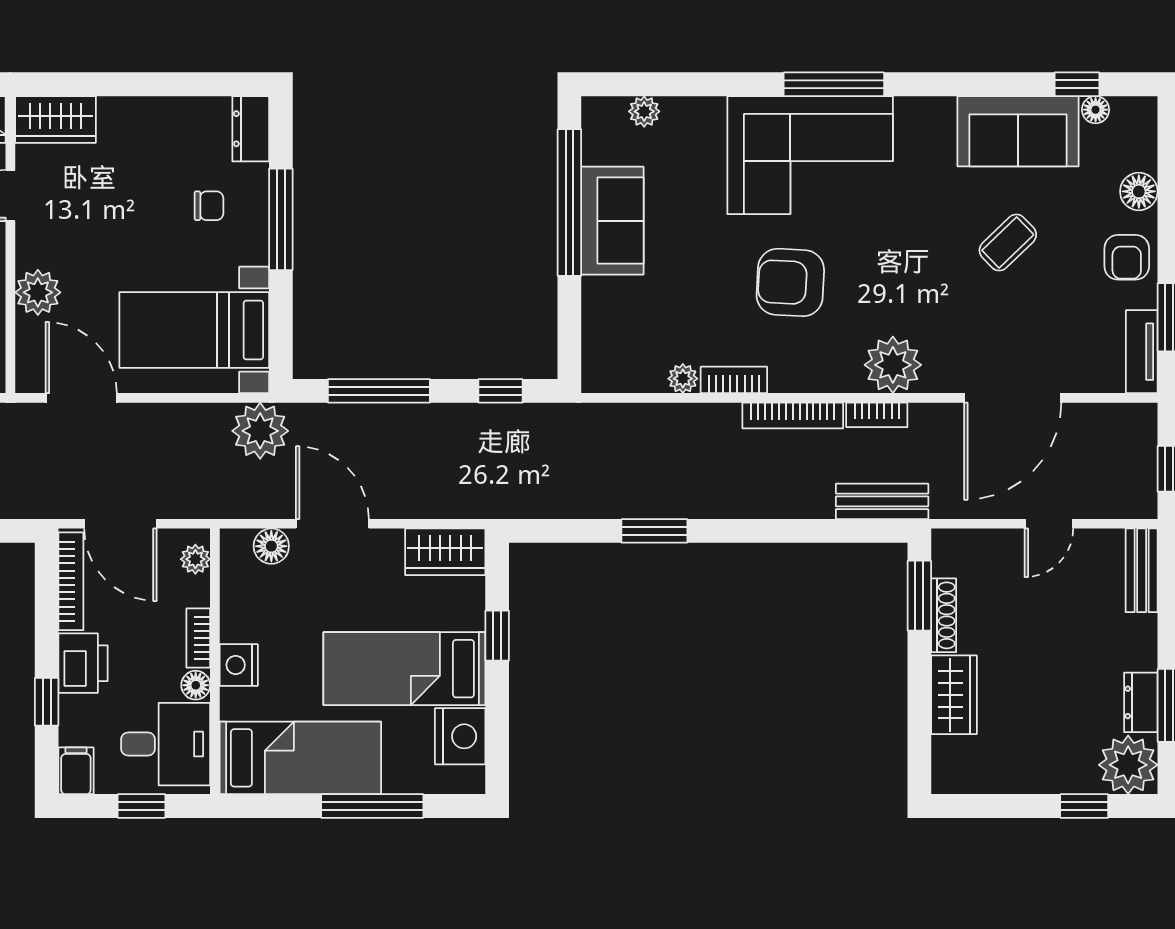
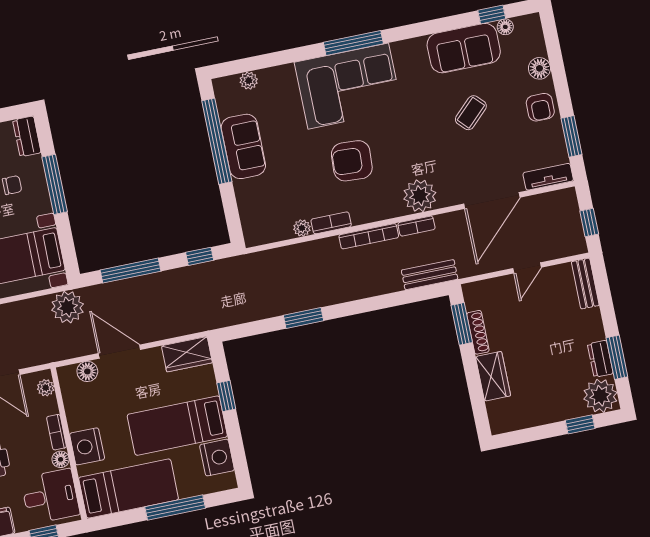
tv unit: (1142, 352) -> (548, 177), moved, turned 90
nightstand: (239, 665) -> (87, 446), width x1.36, depth x1.33

